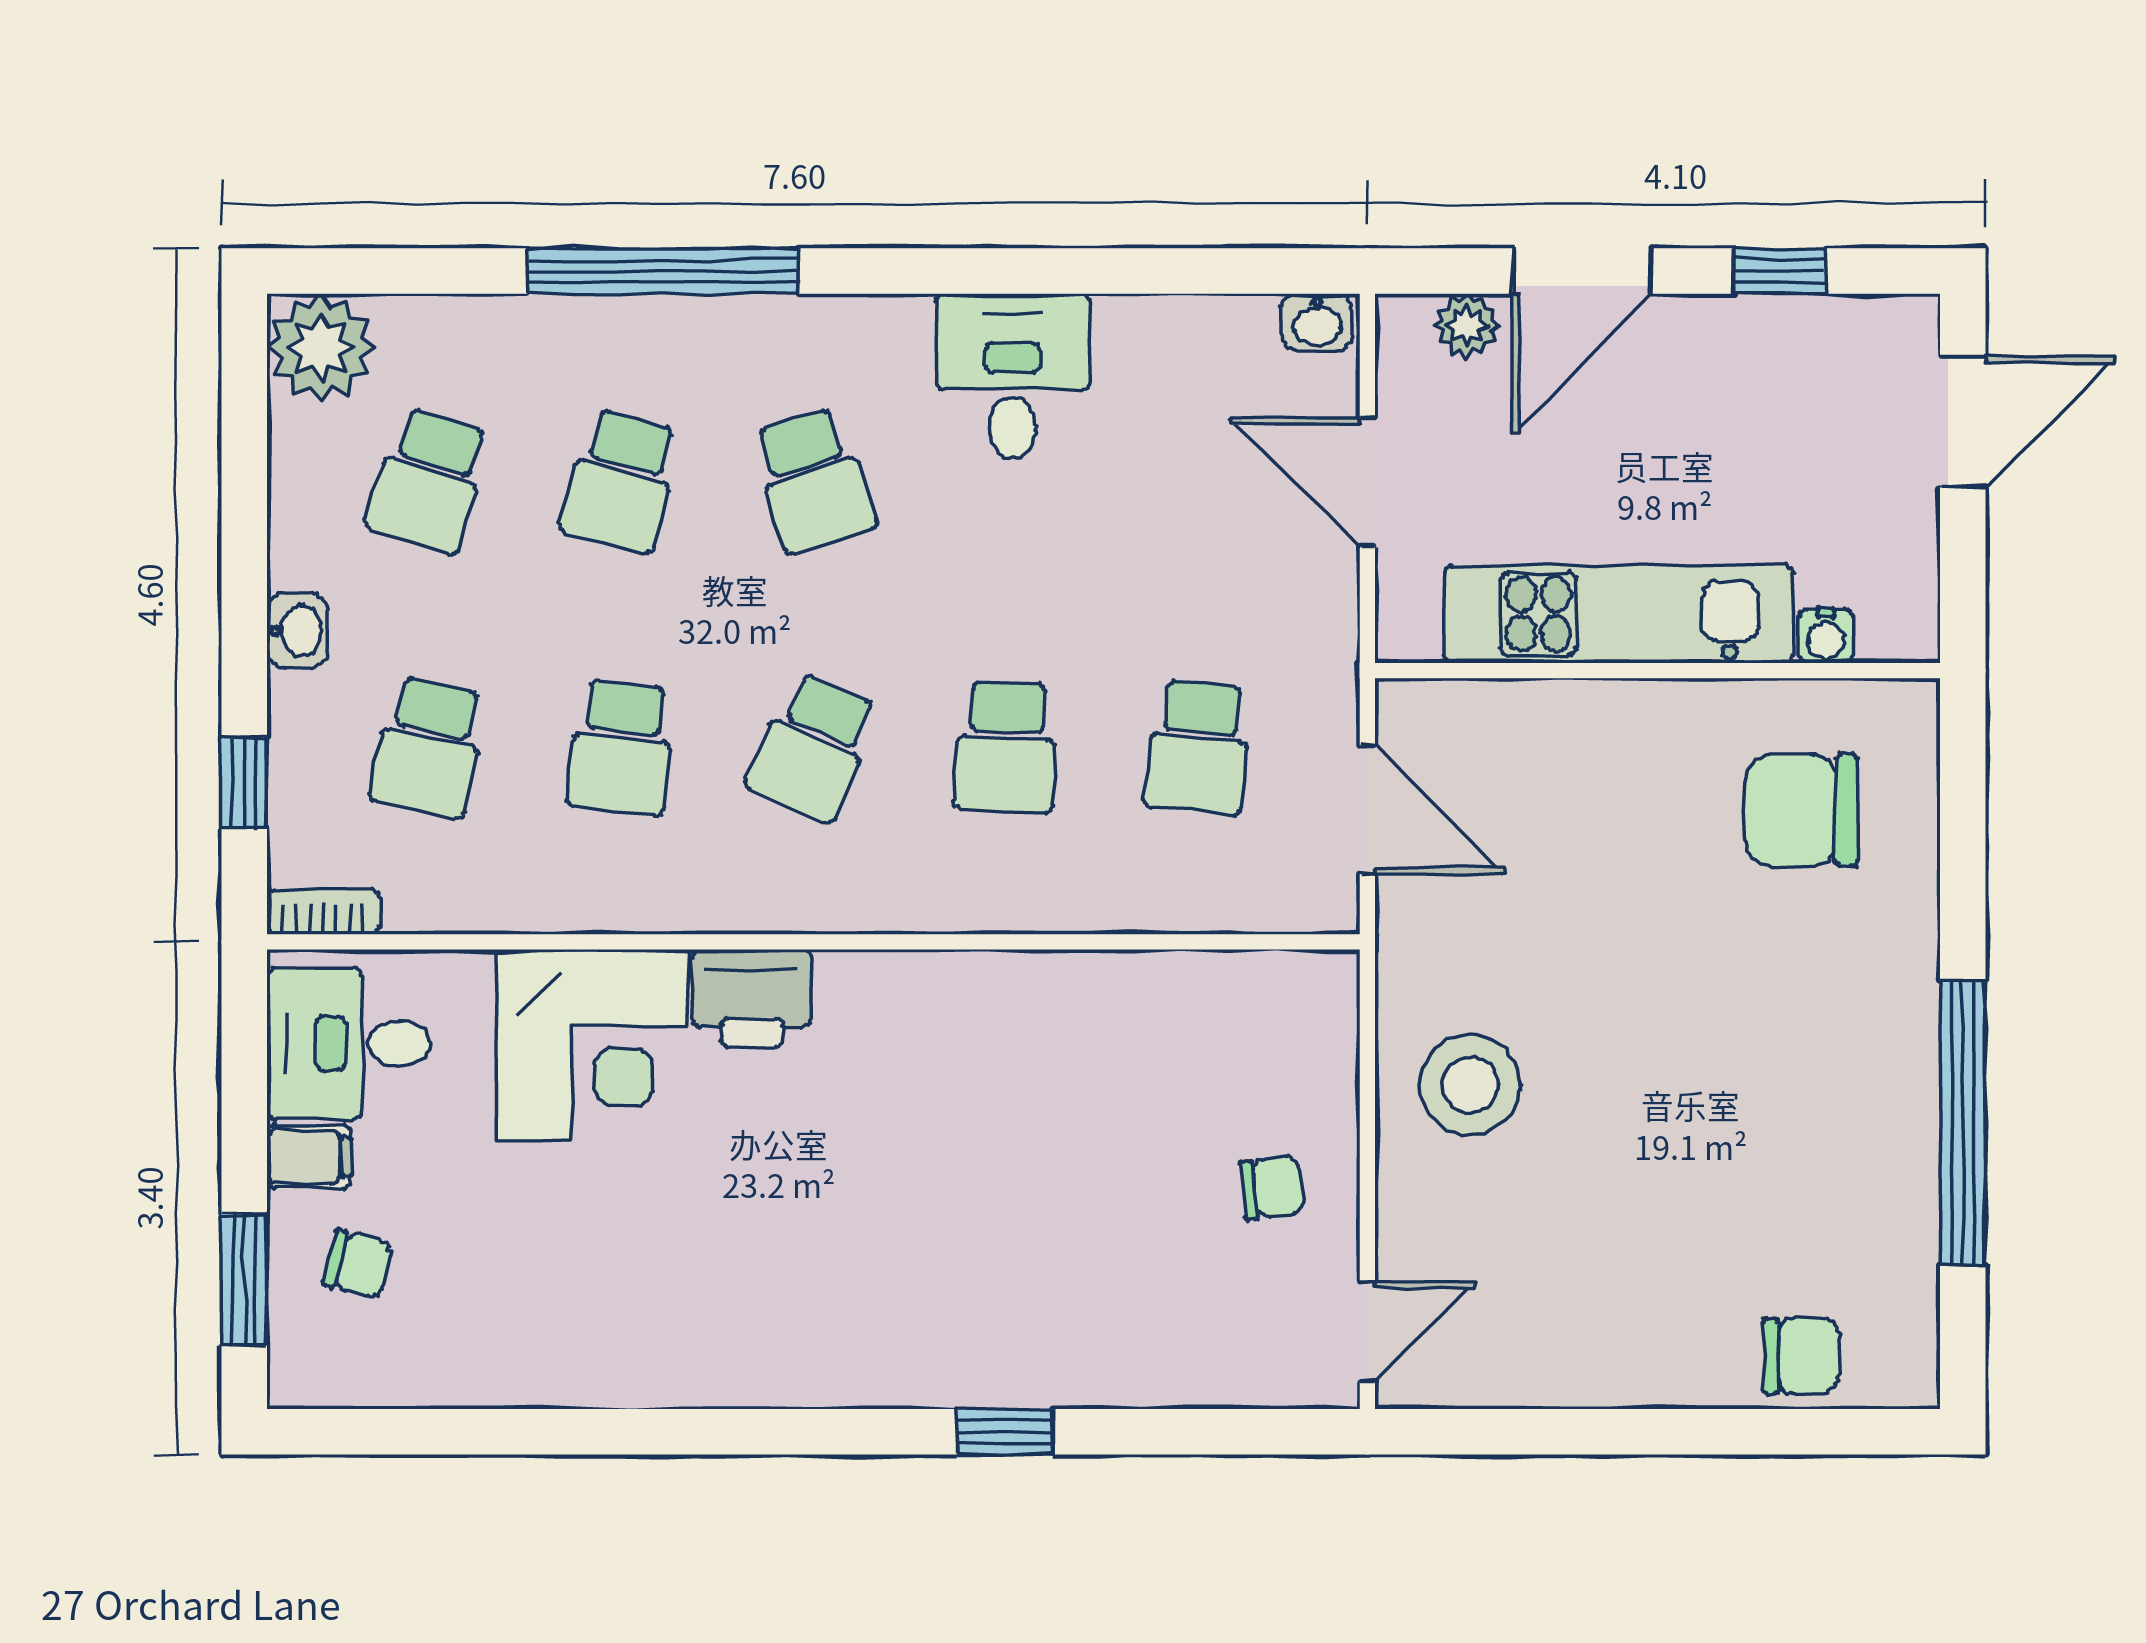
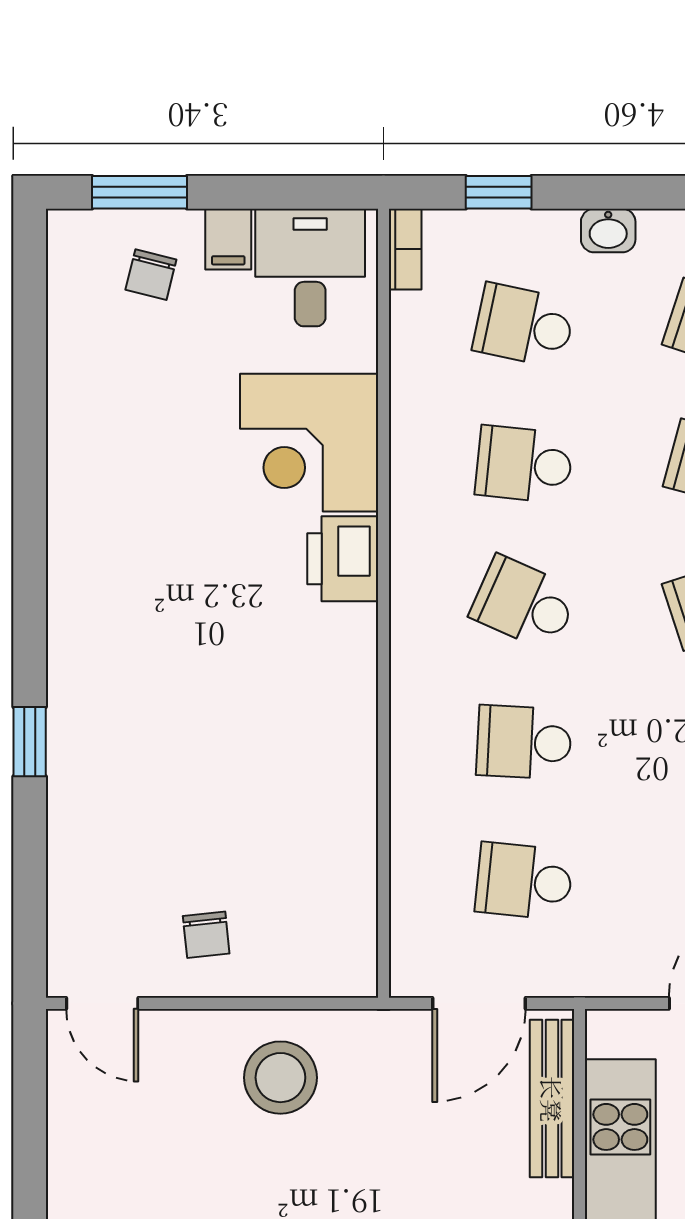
bench: (1499, 709) -> (552, 1099), added

